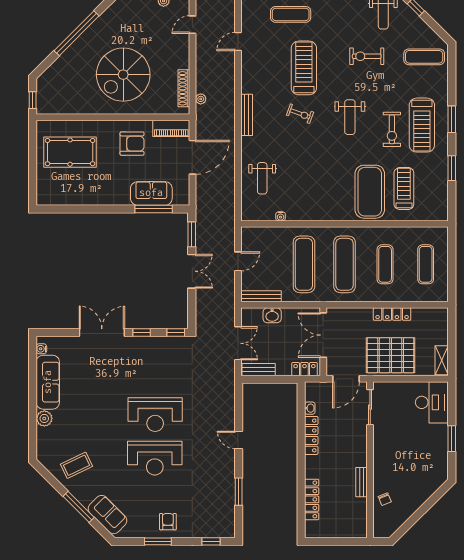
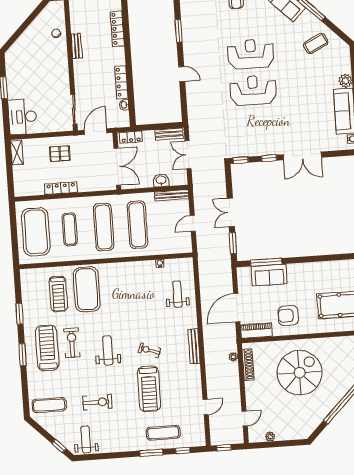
exercise mat: (426, 264) -> (36, 232), width x2.00, depth x1.45
pallet: (391, 355) -> (60, 154), width x0.49, depth x0.50

